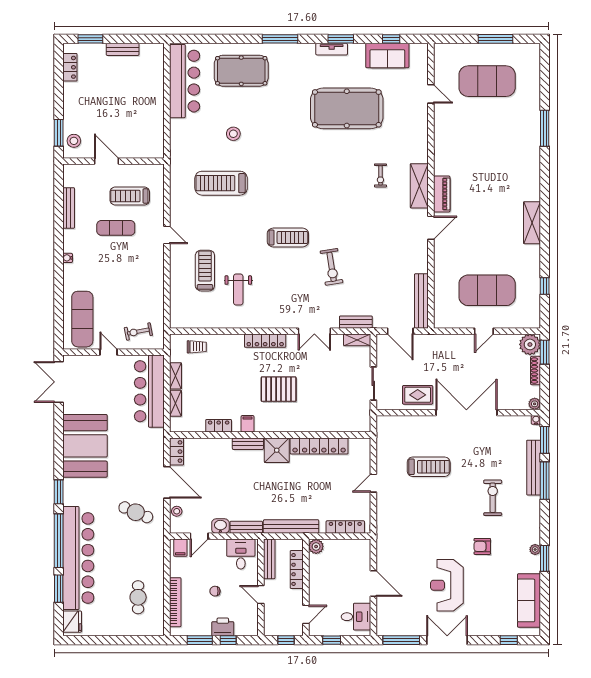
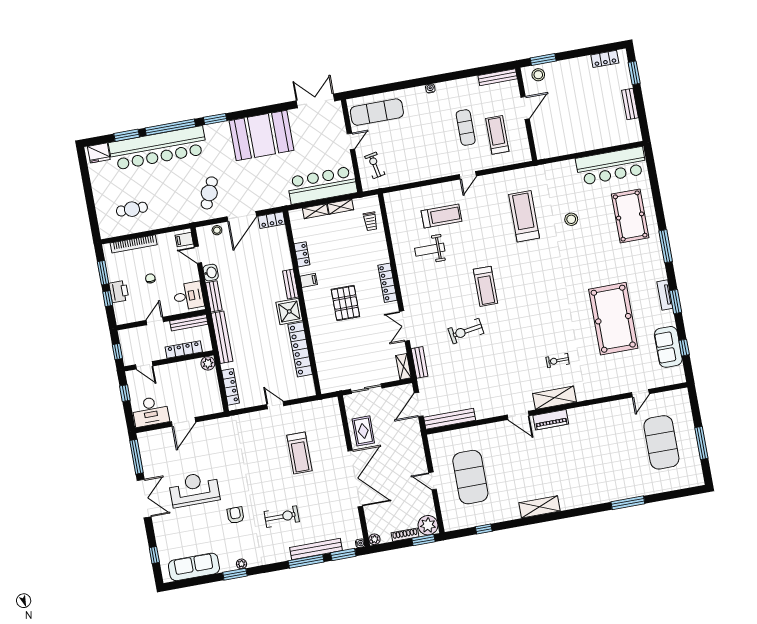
bench: (69, 208) -> (498, 77), moved
desk: (356, 617) -> (150, 411), width x1.37

